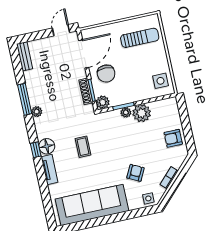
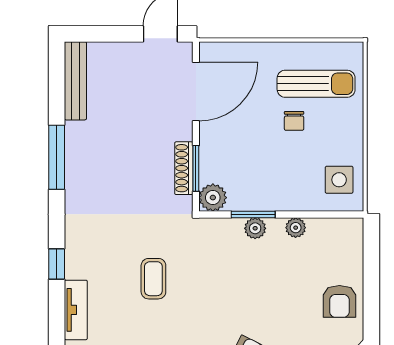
bench: (25, 56) -> (75, 81), width x1.36
chair: (106, 74) -> (294, 121), moved, width x0.54, depth x0.54
plant: (37, 112) -> (75, 187), removed
plant: (142, 113) -> (296, 228), width x0.53, depth x0.53
armchair: (173, 138) -> (339, 301), turned -90
floor lamp: (47, 146) -> (81, 262), removed

